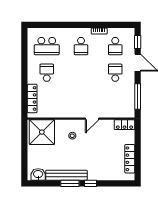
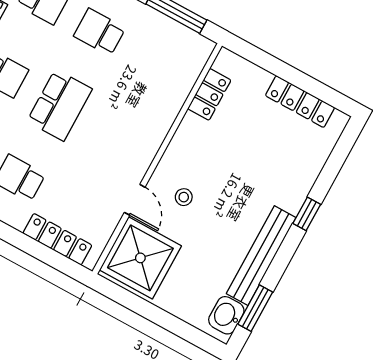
school desk: (81, 73) -> (60, 105), added
door: (92, 119) -> (135, 200), moved
locker: (124, 125) -> (209, 94), moved
window: (70, 183) -> (255, 308), moved

